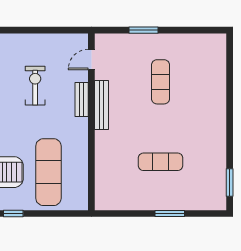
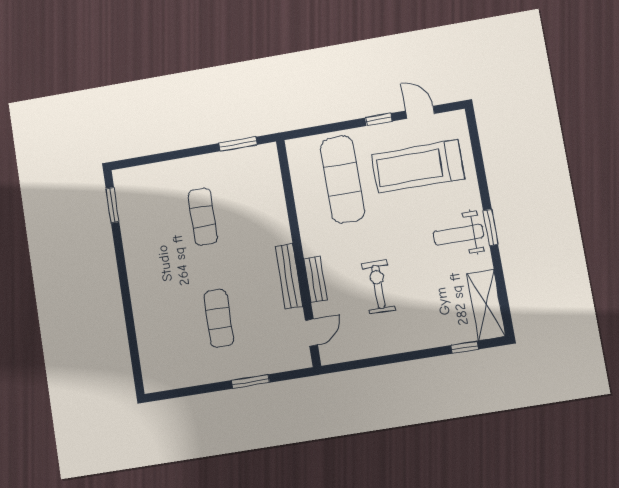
exercise bike: (35, 86) -> (378, 287), turned 180
exercise mat: (161, 162) -> (203, 217), turned 90
window: (170, 213) -> (238, 144), moved

